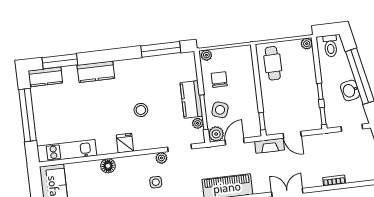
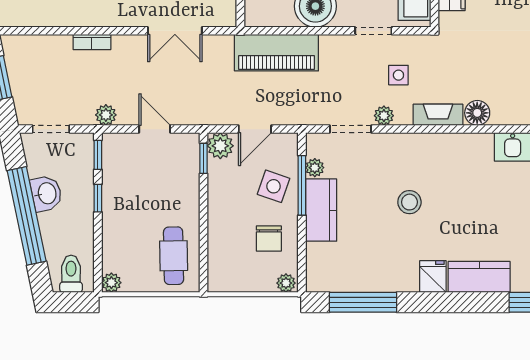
plant: (216, 134) -> (220, 146), moved
plant: (321, 140) -> (106, 115), added
fridge: (125, 143) -> (433, 277), moved, turned 180
fireplace: (270, 146) -> (438, 115), moved

